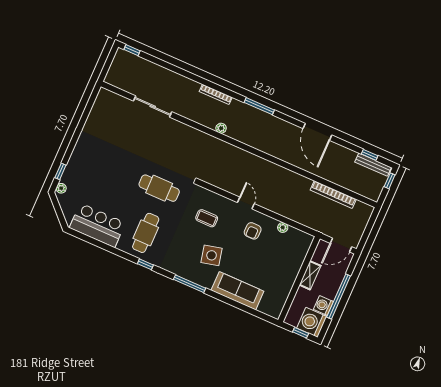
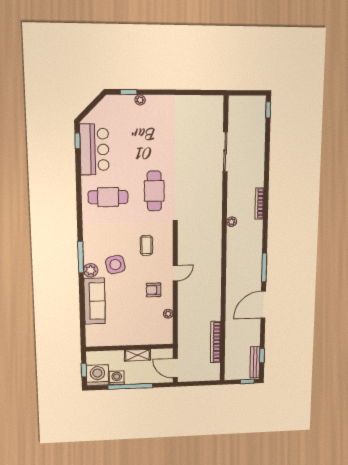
window: (259, 106) -> (264, 267), moved
plant: (61, 188) -> (140, 100), moved
window: (145, 264) -> (77, 141), moved
plant: (206, 281) -> (91, 270), added

